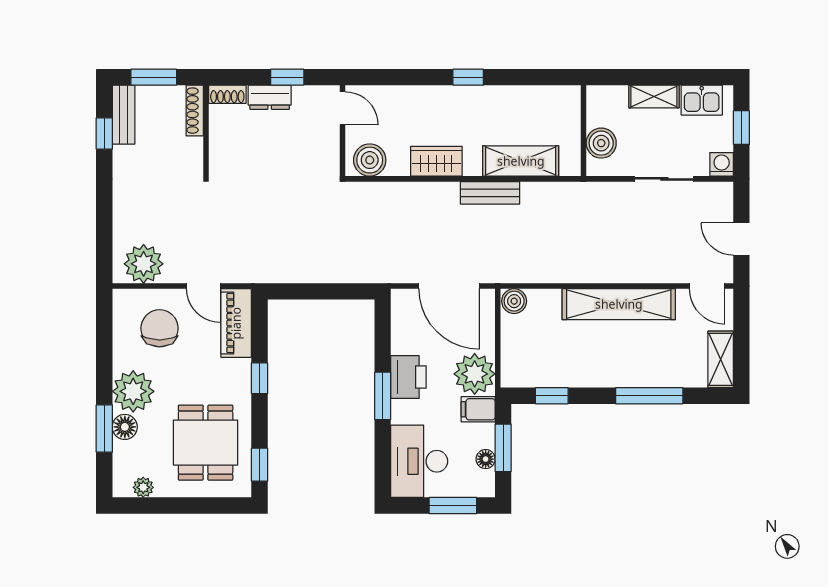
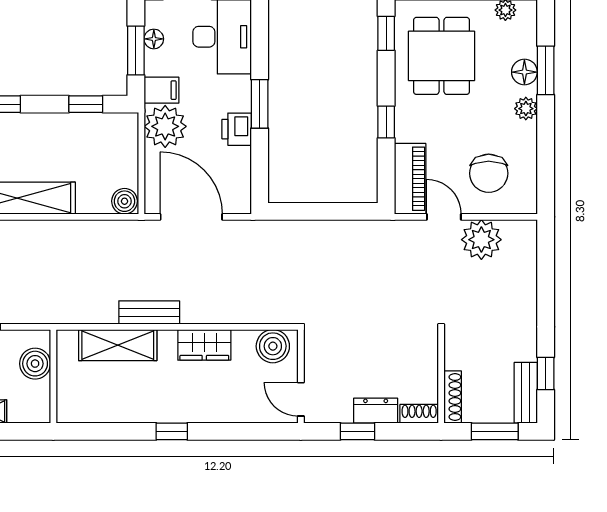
plant: (144, 264) -> (481, 240), moved
printer: (408, 377) -> (237, 129), width x0.73, depth x0.81
plant: (133, 391) -> (526, 109), width x0.53, depth x0.53

